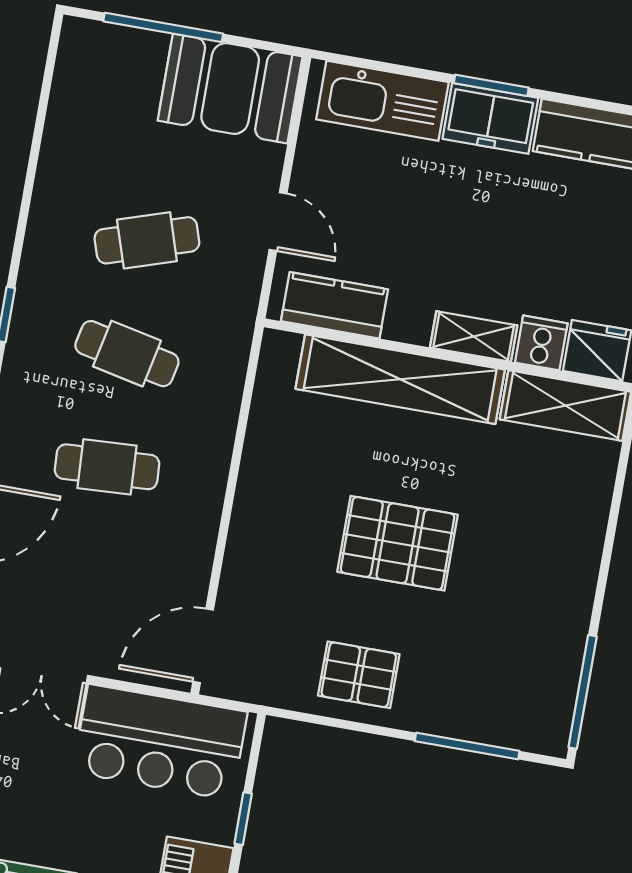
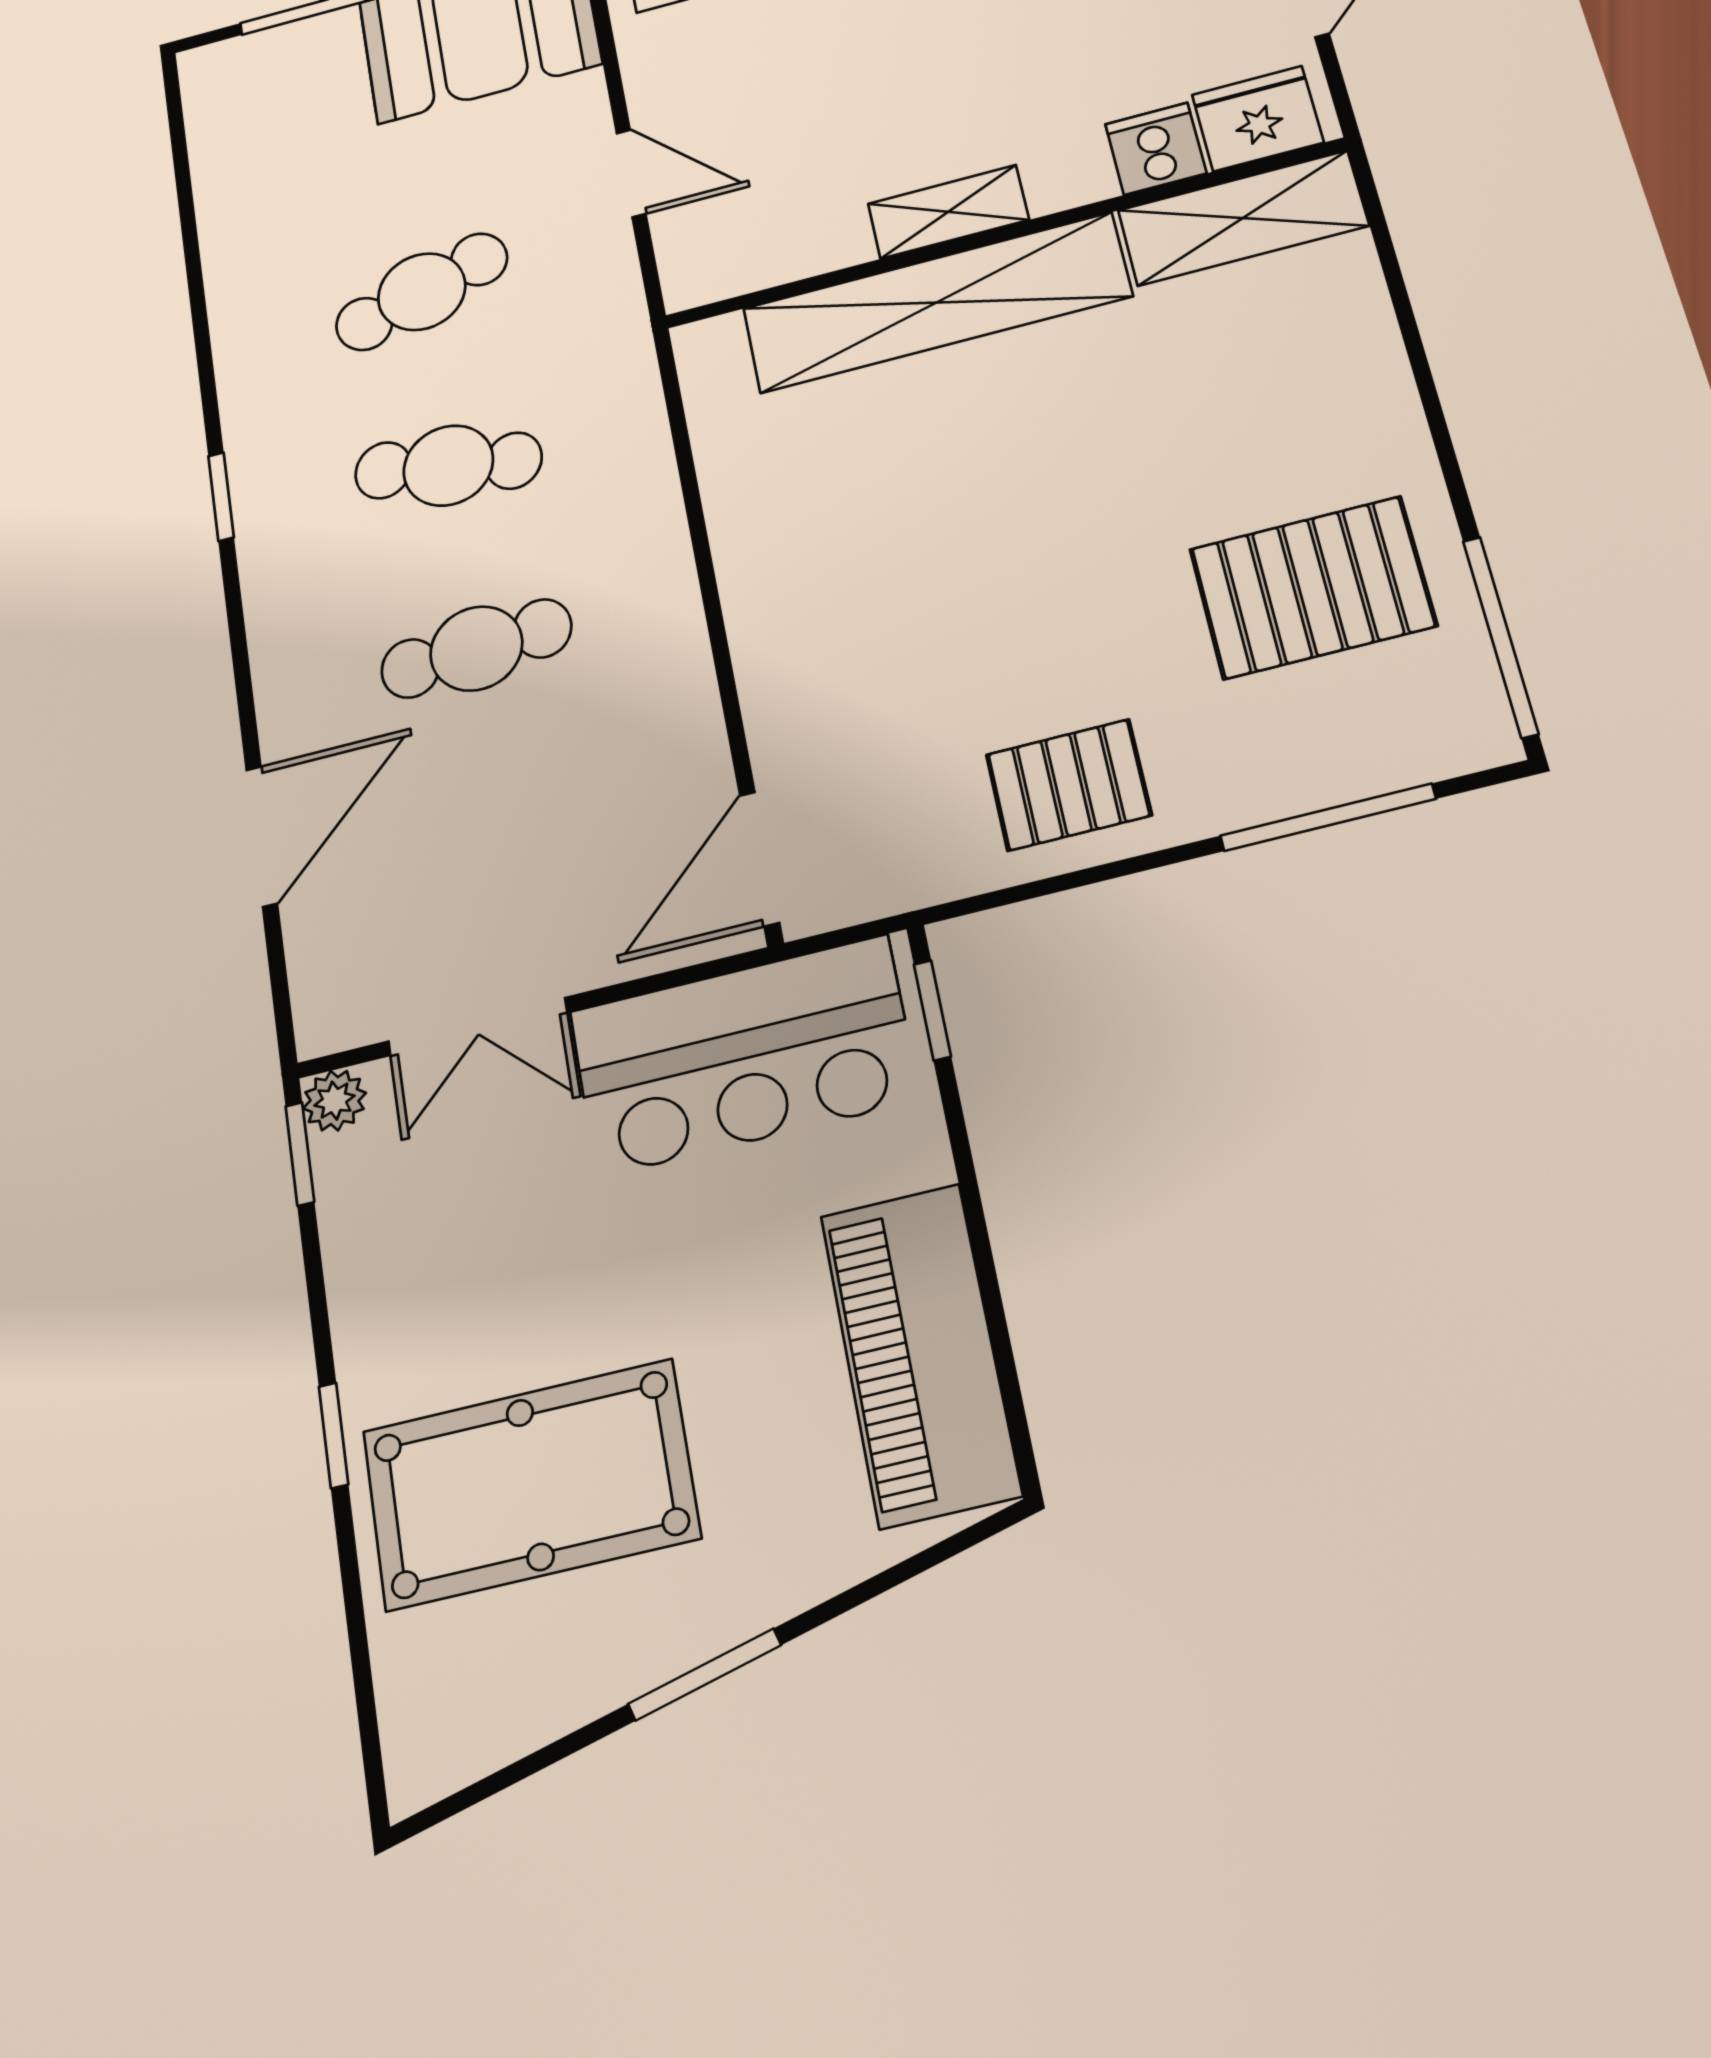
kitchen counter: (334, 305) -> (776, 247), removed
shelving: (474, 336) -> (948, 212), moved
pallet: (398, 543) -> (1312, 587), moved
window: (243, 819) -> (932, 1010), moved

